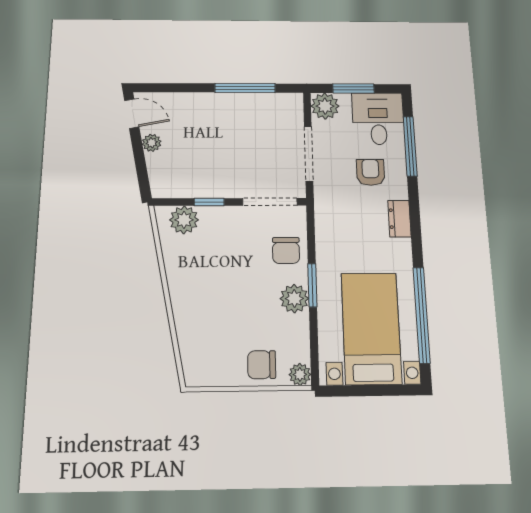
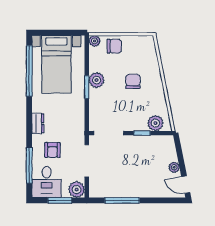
chair: (286, 250) -> (133, 81), moved

